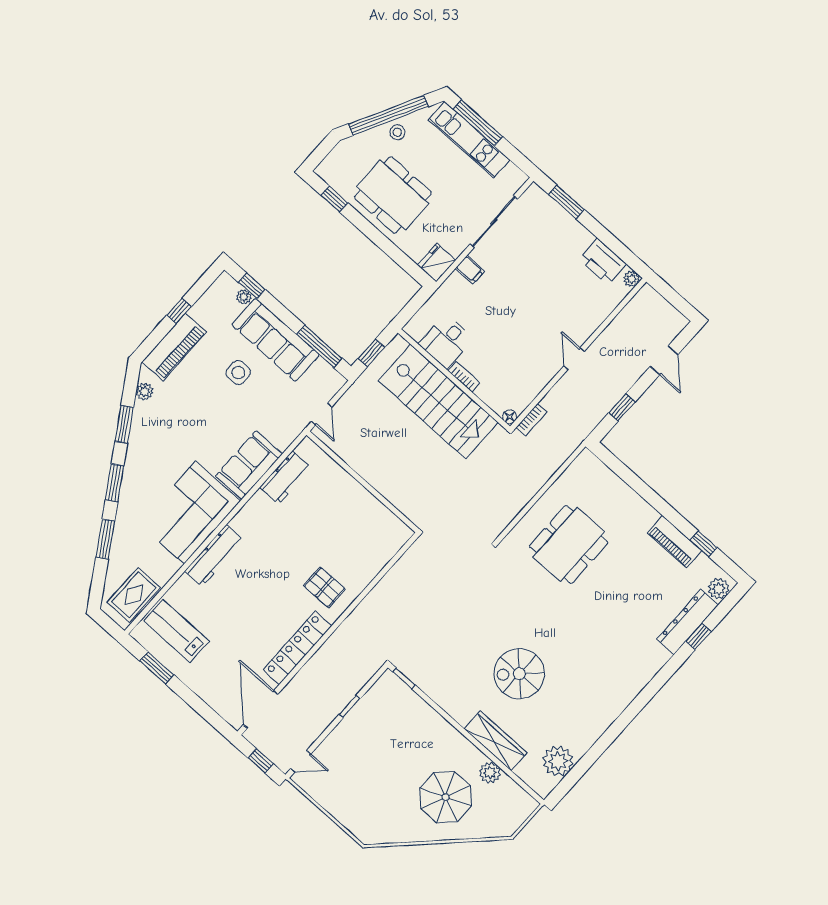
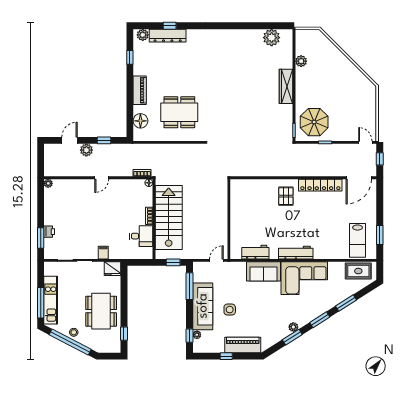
printer: (603, 262) -> (49, 232), moved, width x0.53, depth x0.68
plant: (630, 372) -> (86, 150), added
plant: (144, 392) -> (293, 327), moved
floor lamp: (604, 481) -> (140, 121), added
piano: (674, 542) -> (140, 90), moved
workbench: (214, 556) -> (296, 253), moved
spiral stairs: (519, 674) -> (250, 85), removed
wardrobe: (496, 741) -> (286, 86), moved
parasol: (446, 797) -> (314, 122), moved

